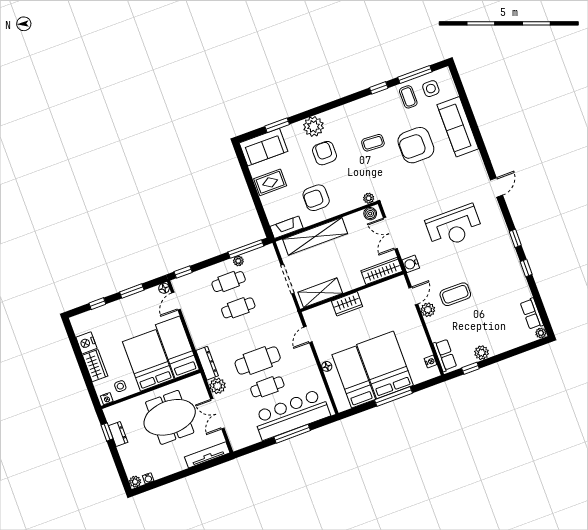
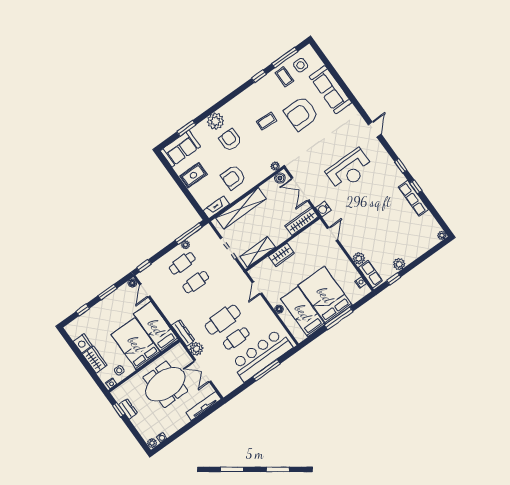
coffee table: (455, 294) -> (365, 223), removed
plant: (428, 310) -> (359, 258), moved
row of seats: (532, 314) -> (413, 198), moved, width x1.48

